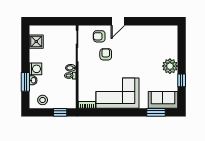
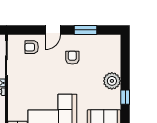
window: (147, 21) -> (86, 30), added
armchair: (106, 54) -> (72, 58), moved

